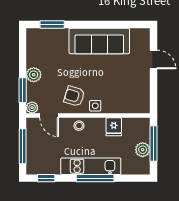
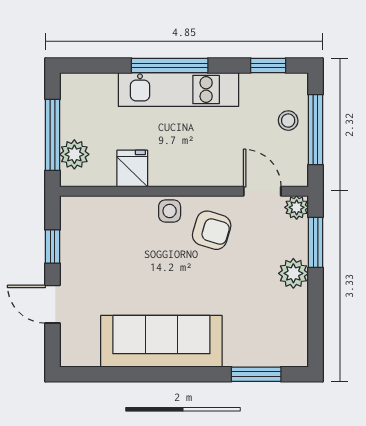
window: (153, 88) -> (53, 247), added
stool: (79, 126) -> (288, 121), moved
plant: (143, 150) -> (74, 154), moved

